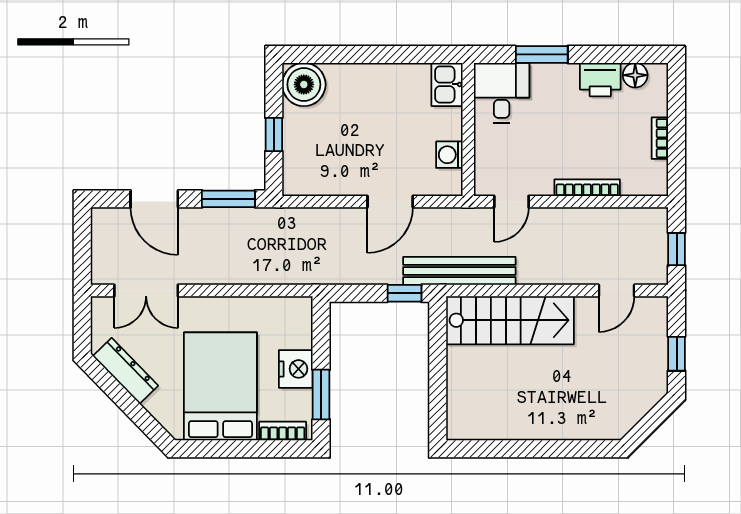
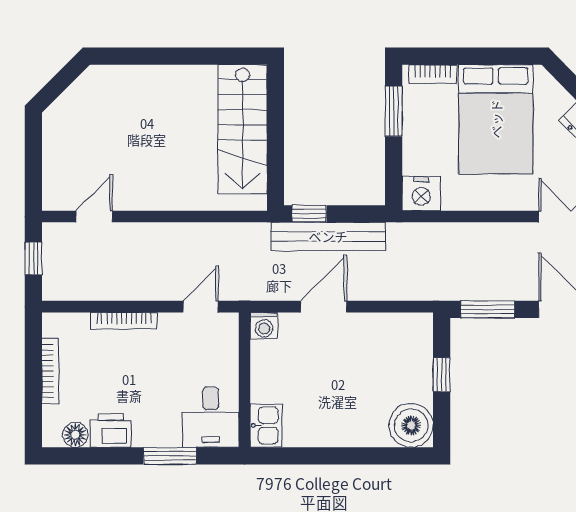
bookcase: (660, 138) -> (50, 371), width x1.56
washing machine: (449, 155) -> (264, 326), moved, turned 90
bench: (459, 271) -> (328, 236), moved
stairs: (510, 320) -> (243, 129), moved, turned -90
window: (677, 354) -> (33, 152), removed
nightstand: (296, 369) -> (421, 194), moved, turned -90

